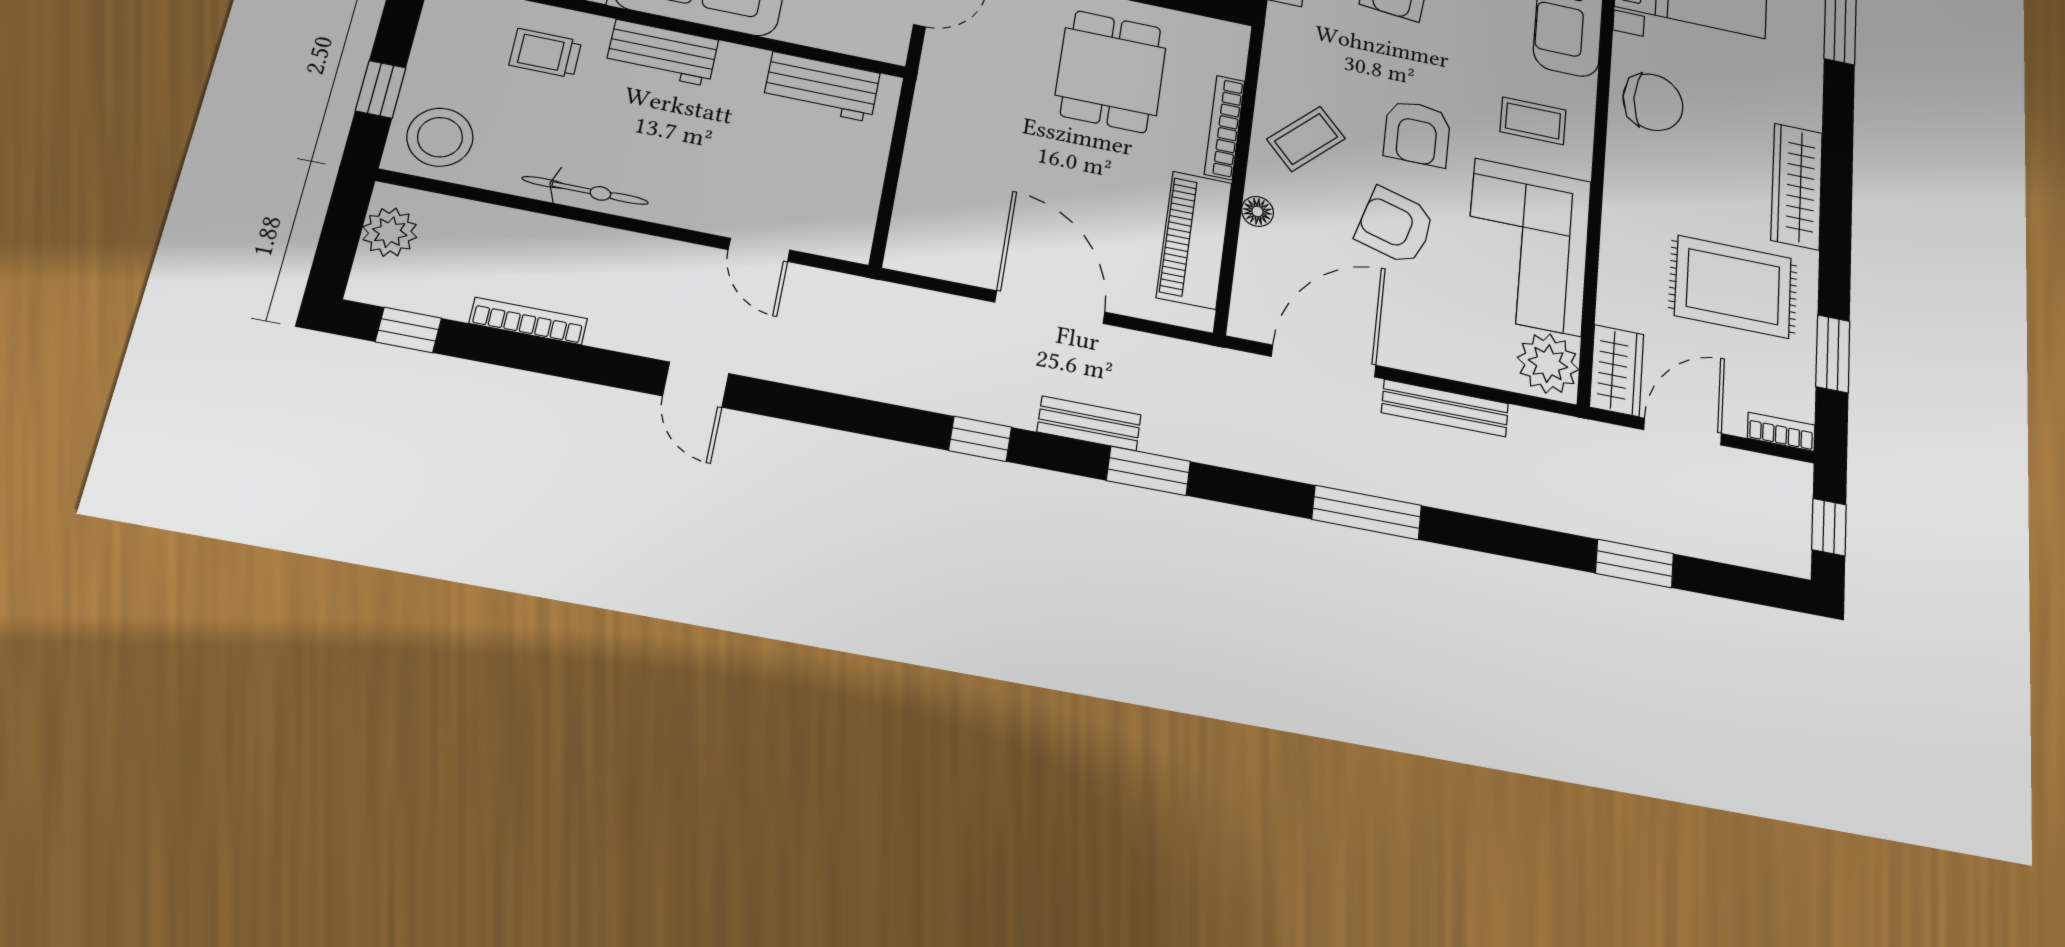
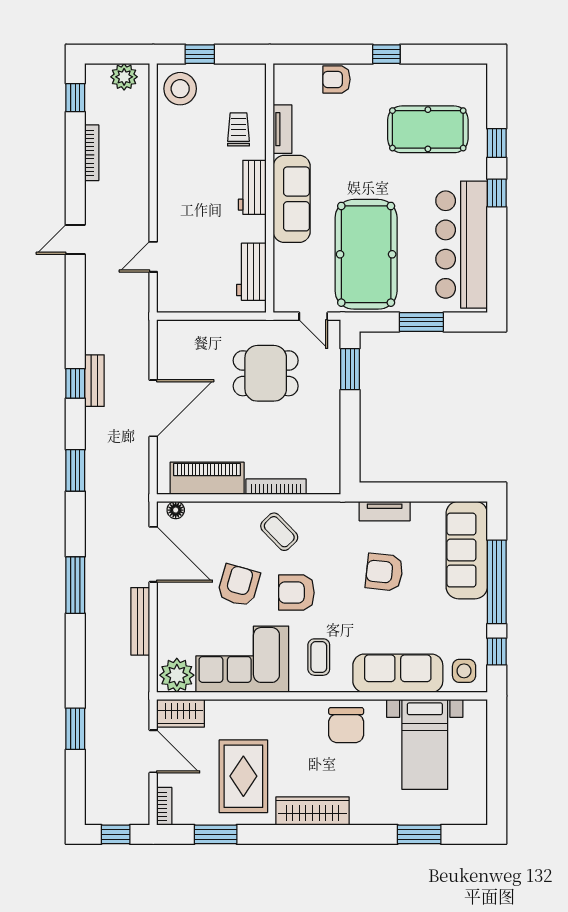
dining table: (1111, 72) -> (266, 373), moved
bicycle: (585, 190) -> (167, 165), removed
floor lamp: (1257, 211) -> (176, 510), moved
bench: (1089, 423) -> (94, 381), moved

